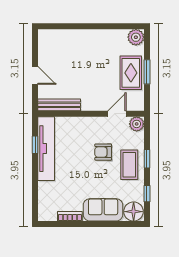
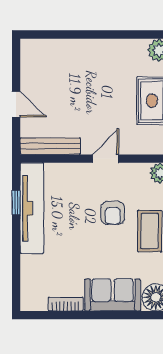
door: (117, 114) -> (106, 159), moved
armchair: (103, 152) -> (113, 213), turned -90

